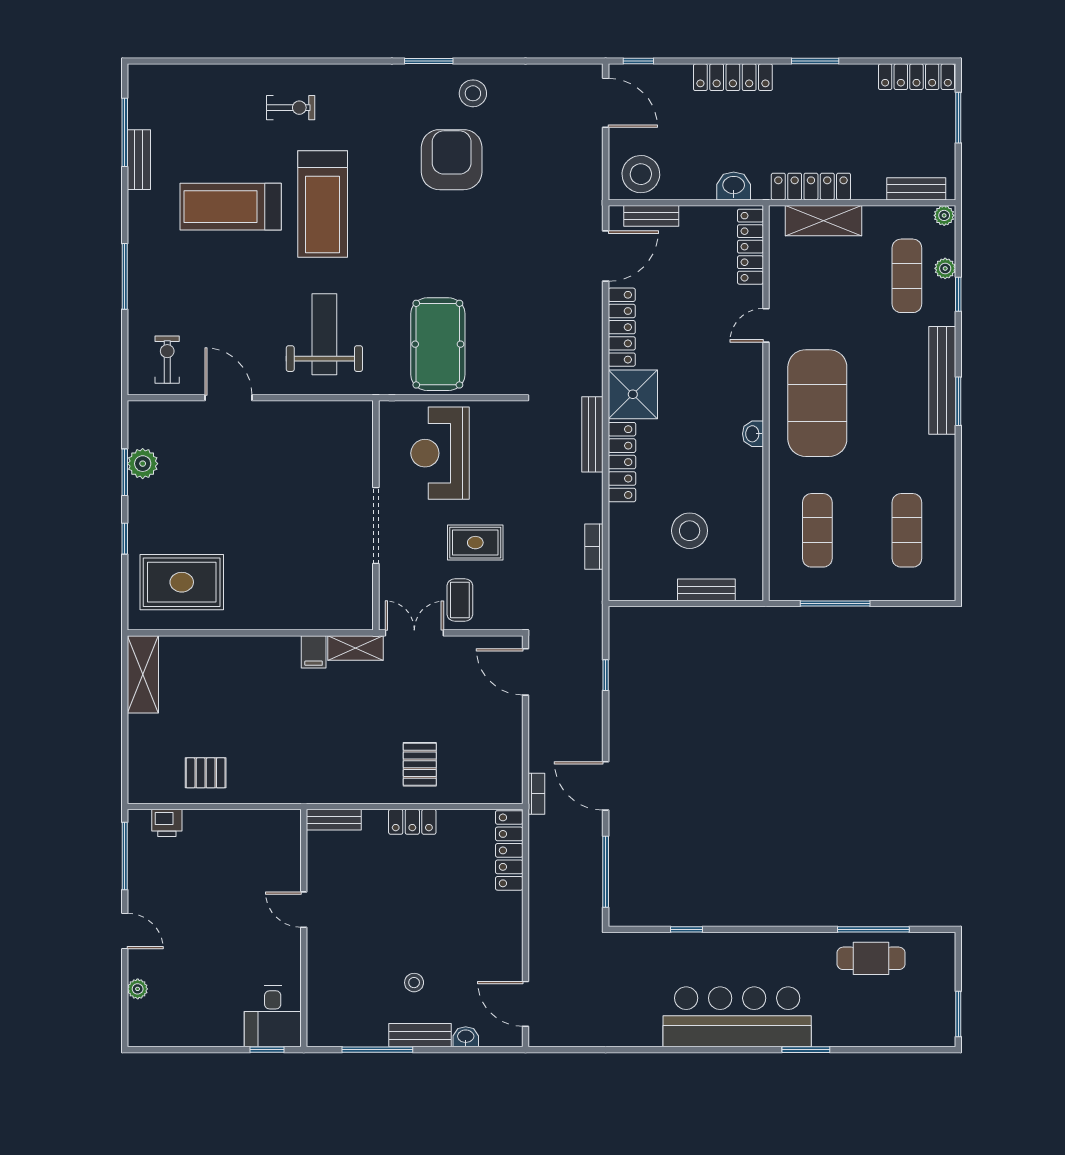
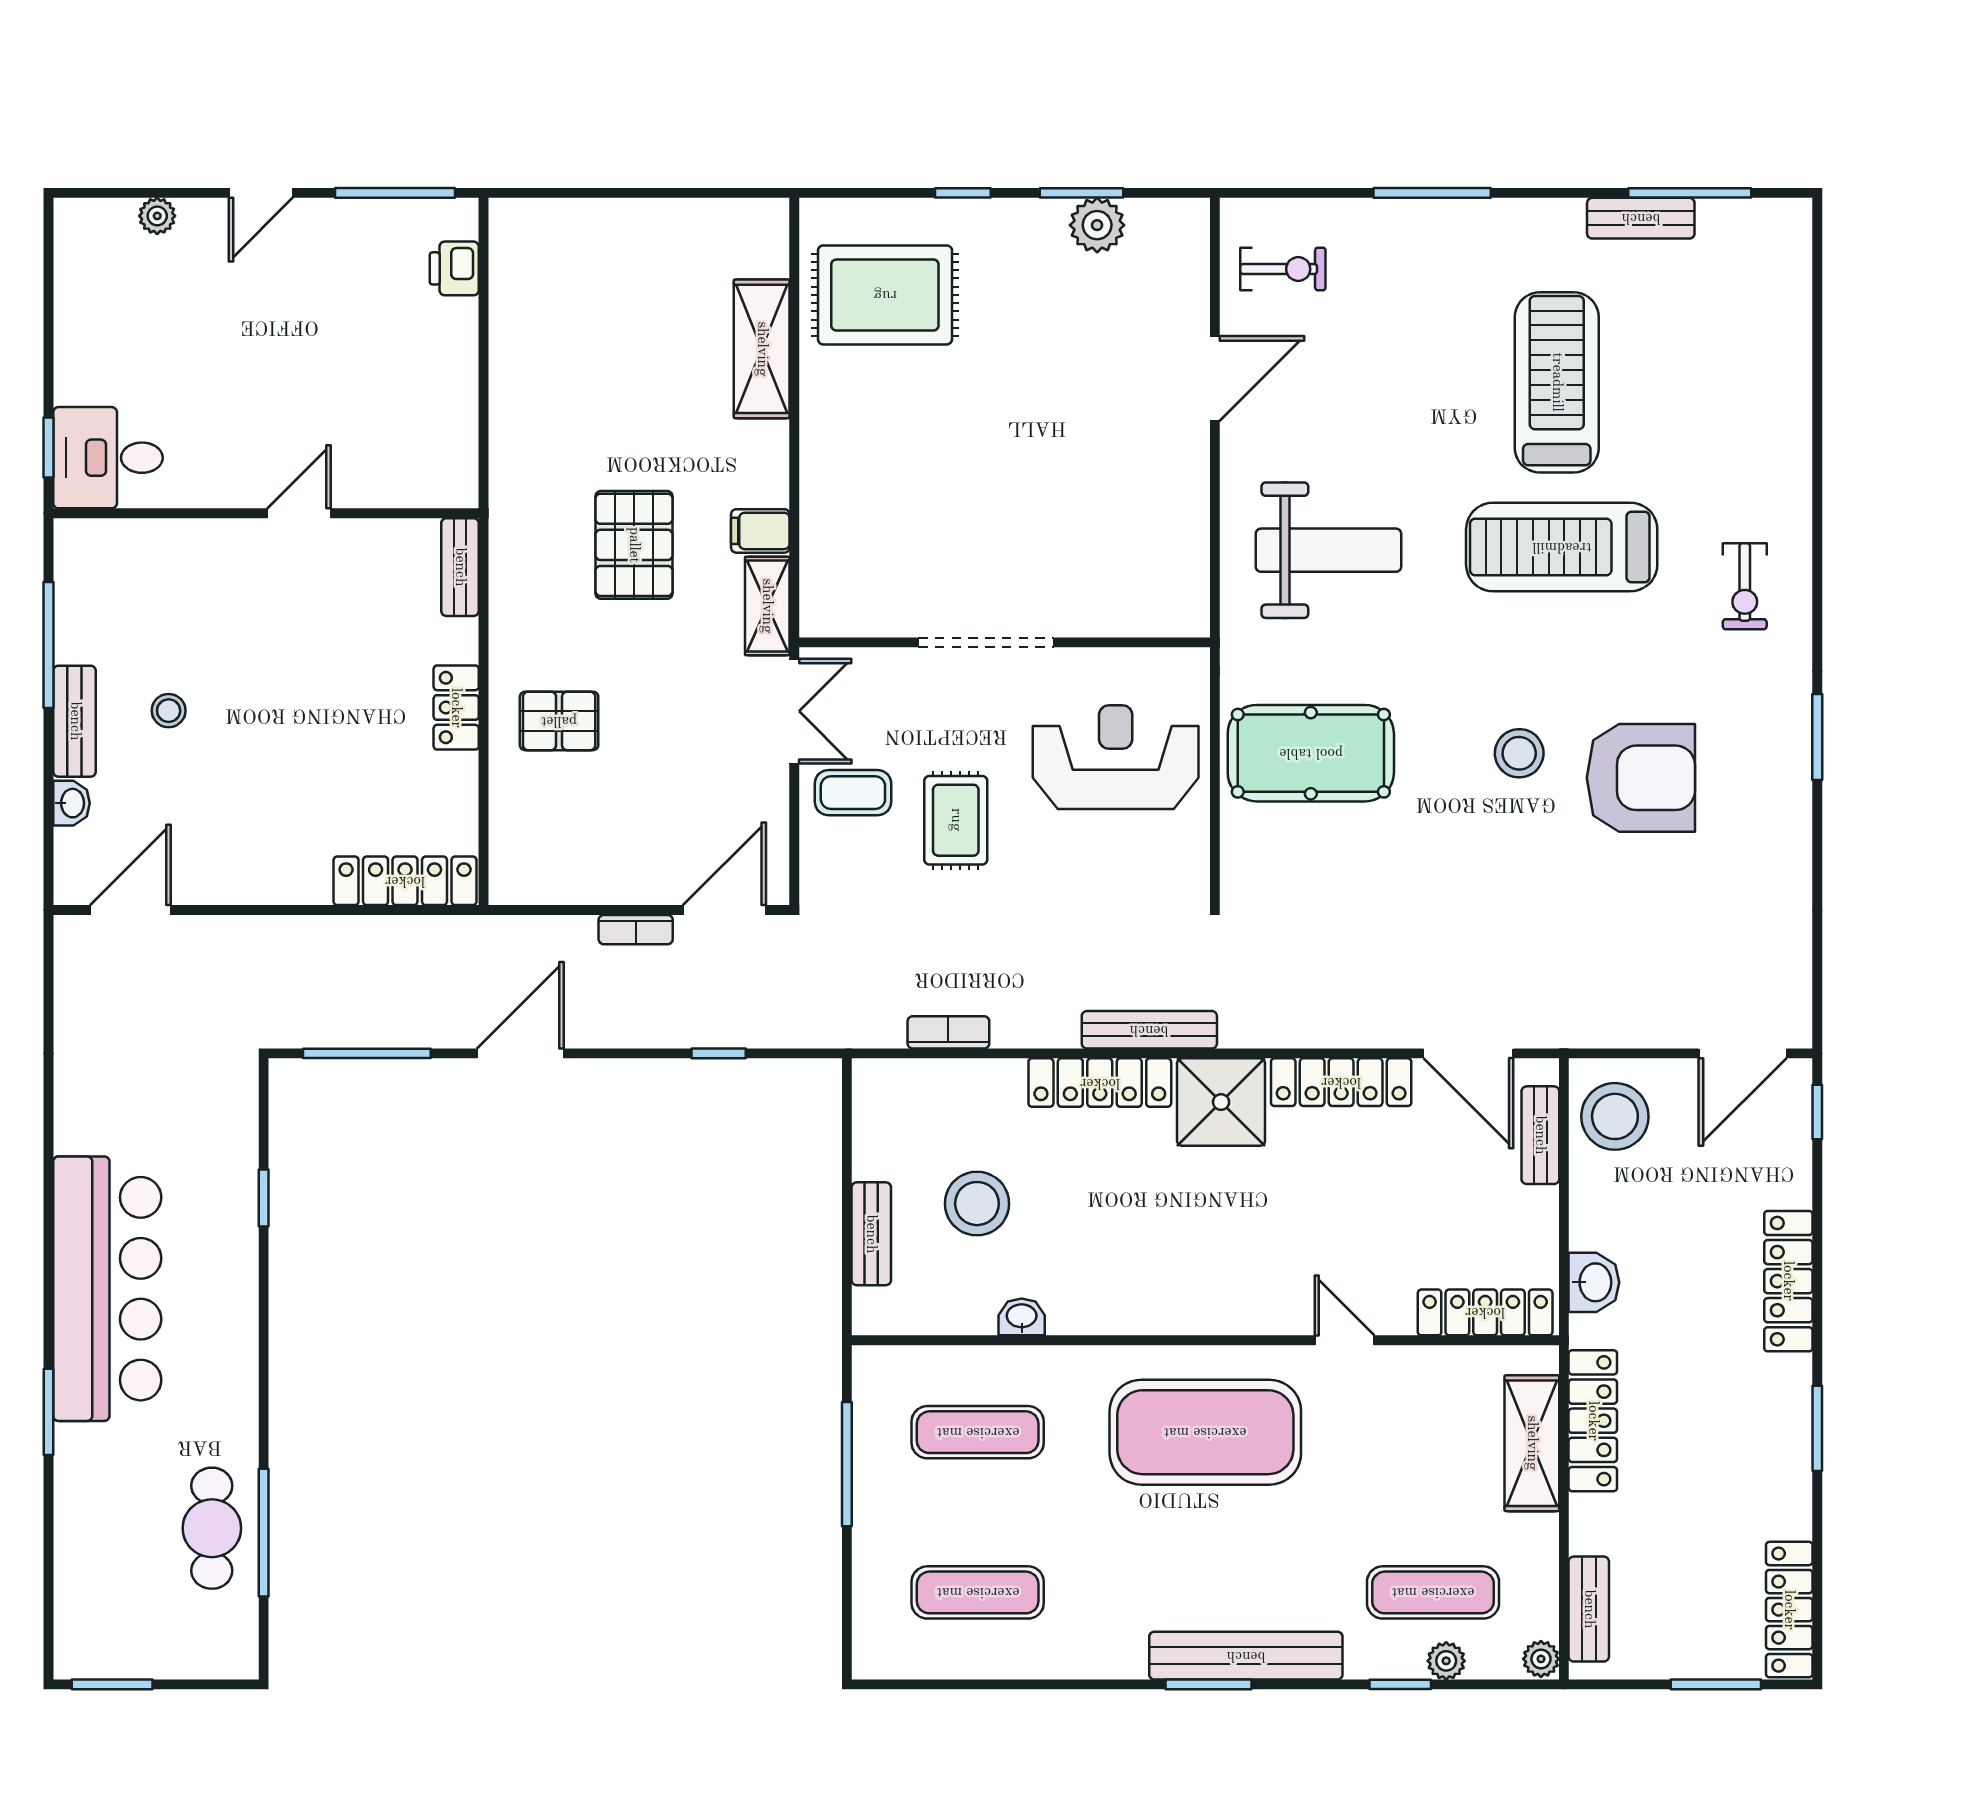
stool: (473, 93) -> (1519, 753), moved
exercise bike: (291, 108) -> (1745, 586), moved
washbasin: (753, 434) -> (1022, 1317), moved
rug: (182, 582) -> (885, 295), turned 90
shelving: (143, 674) -> (762, 349), moved, turned 90
pallet: (206, 773) -> (634, 545), moved, width x1.50, depth x1.42
bookcase: (536, 794) -> (636, 930), moved

